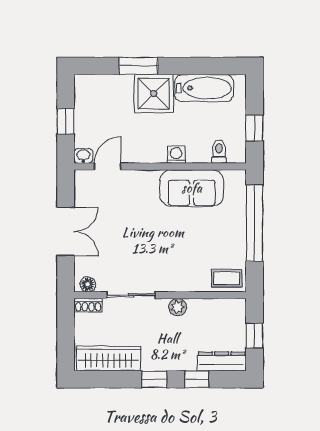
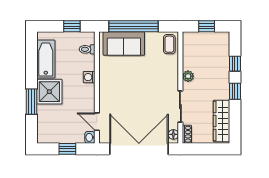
sofa: (192, 188) -> (124, 43), moved, turned 90
double door: (66, 231) -> (139, 149), width x1.87
dresser: (222, 361) -> (223, 47), removed

